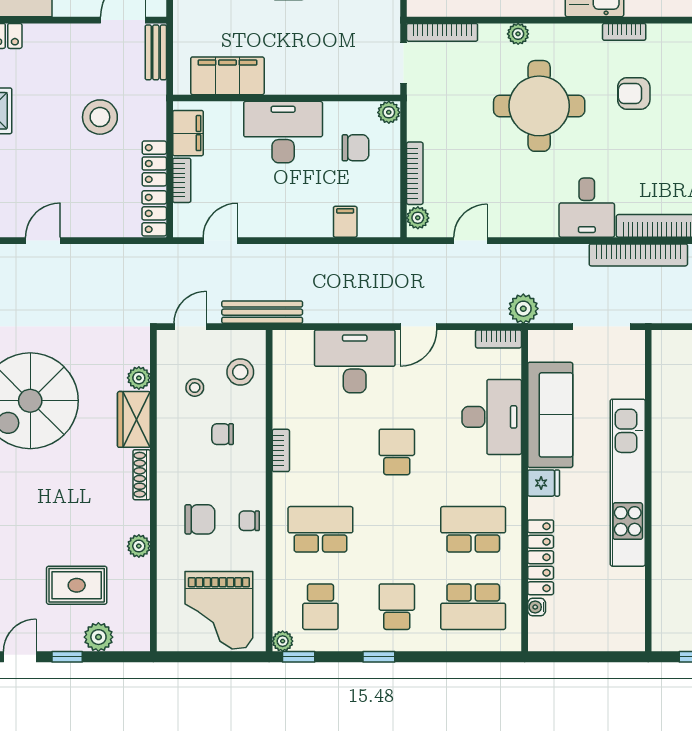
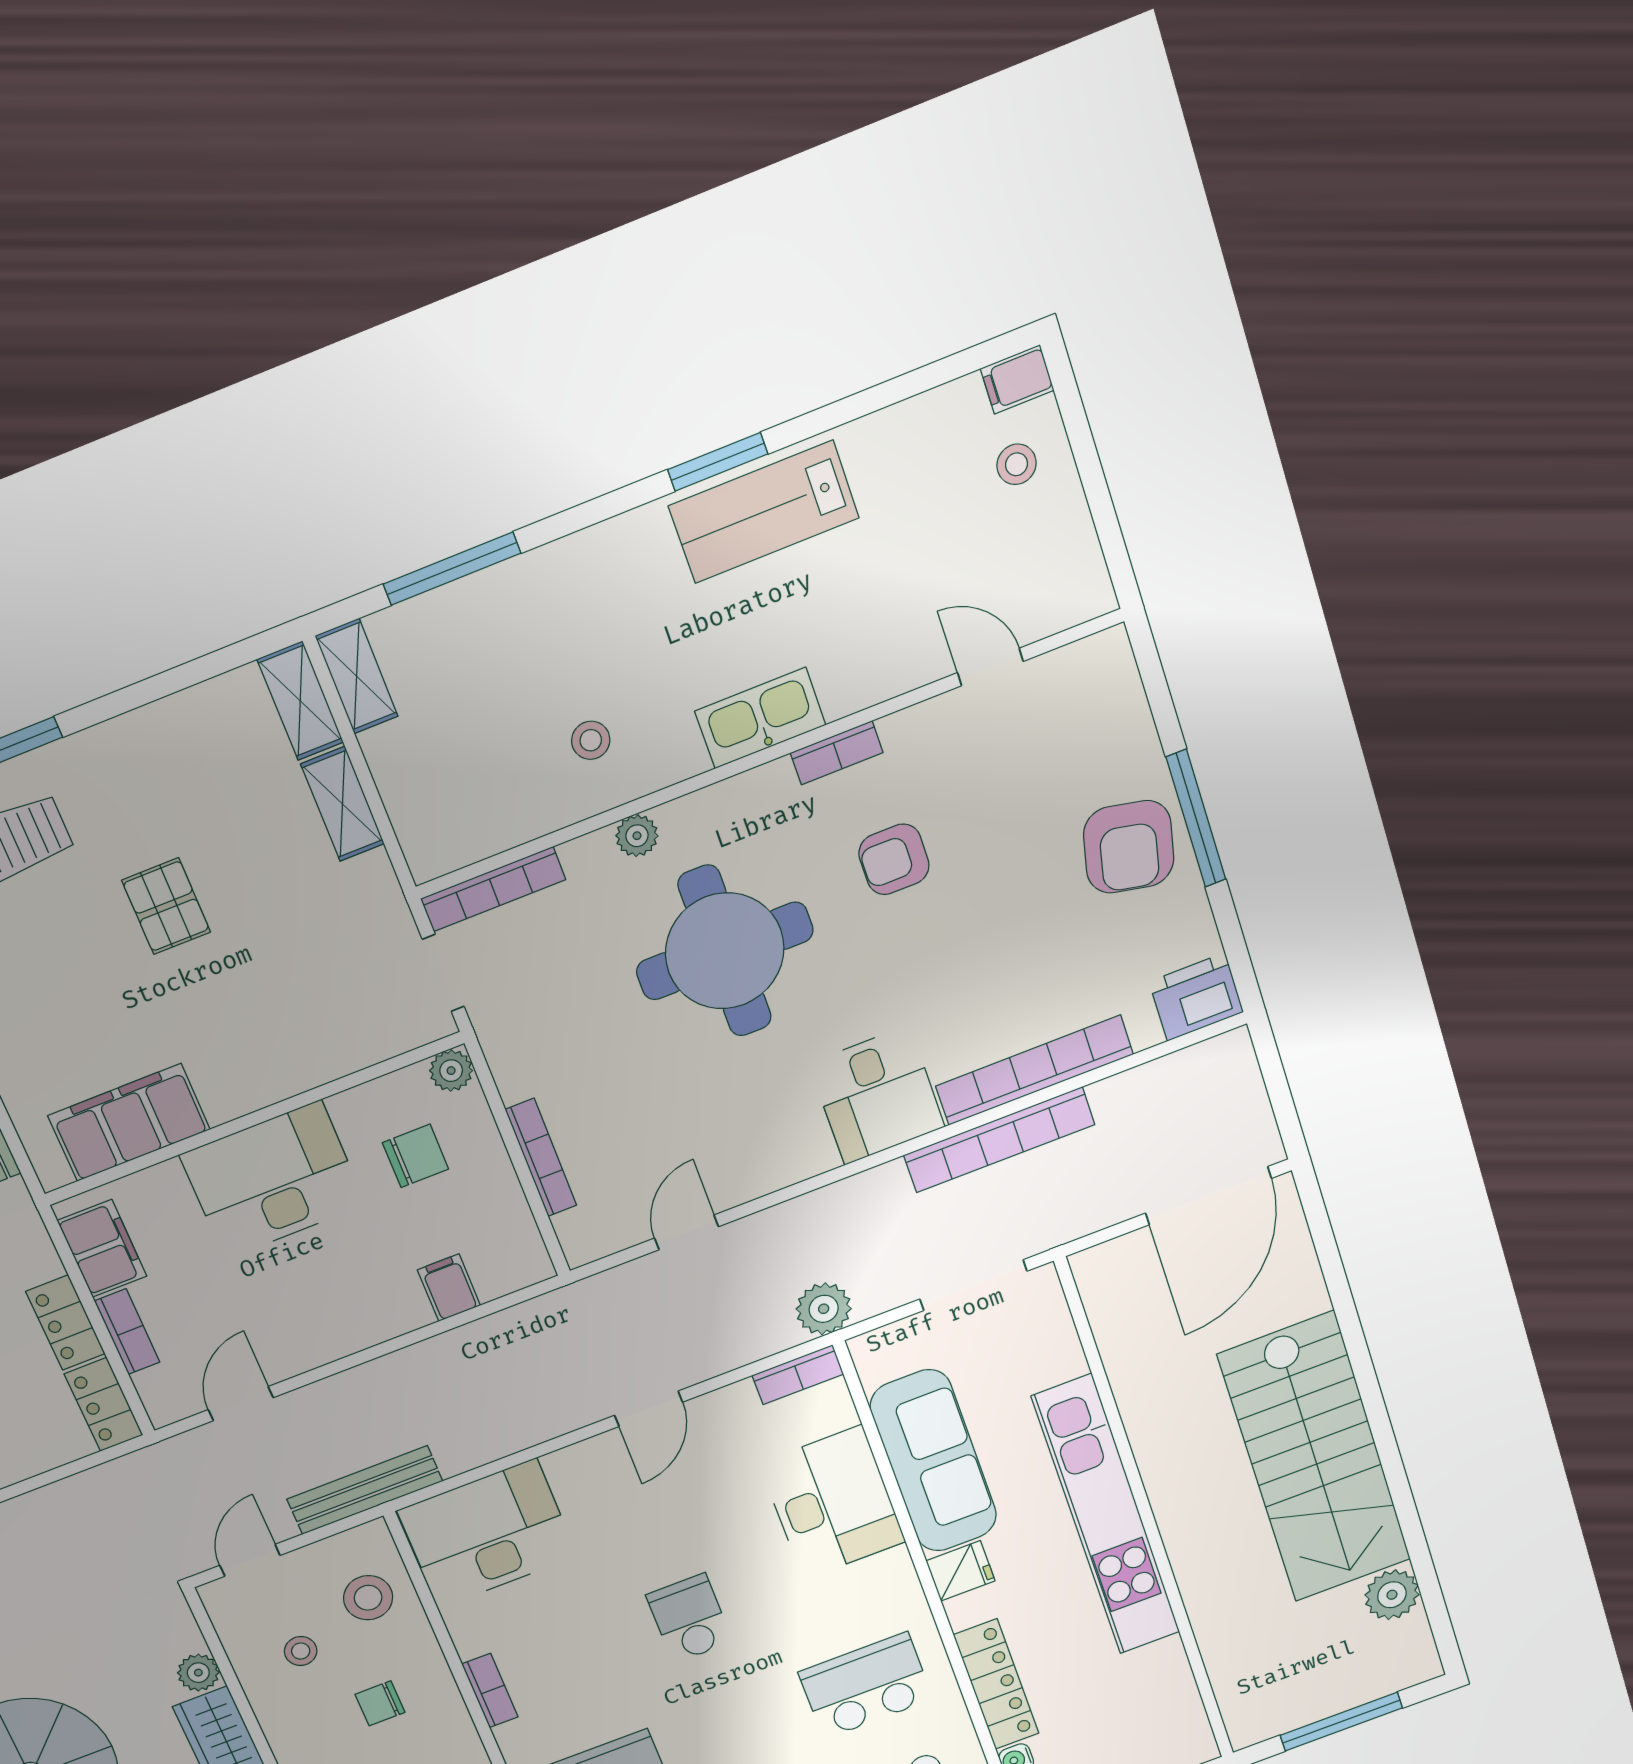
plant: (418, 218) -> (577, 1231), removed
desk: (355, 361) -> (487, 1533), moved

